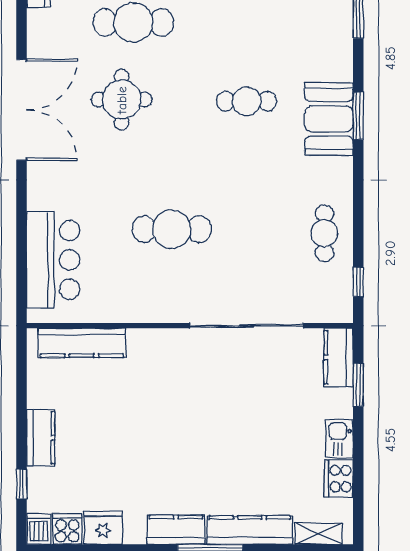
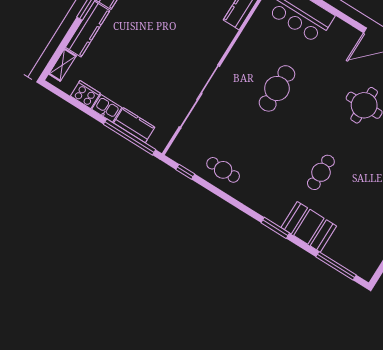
booth: (329, 119) -> (309, 227), moved
kitchen counter: (339, 357) -> (134, 125), moved
window: (358, 385) -> (130, 137), width x2.11

